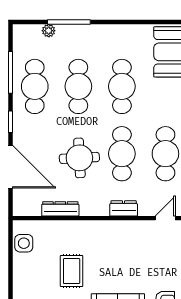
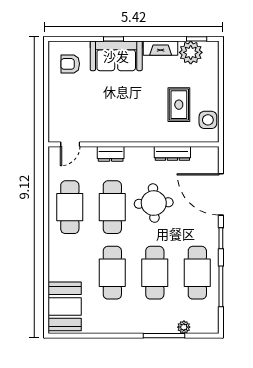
rug: (72, 271) -> (179, 105), moved

